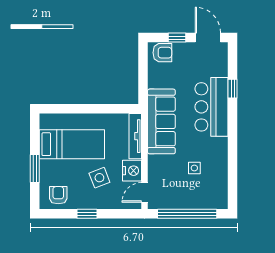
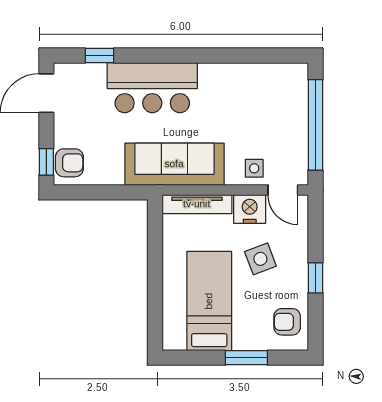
window: (177, 38) -> (46, 162), moved
armchair: (162, 53) -> (69, 163), turned 90
window: (233, 89) -> (99, 55), moved
side table: (194, 168) -> (254, 168), moved

